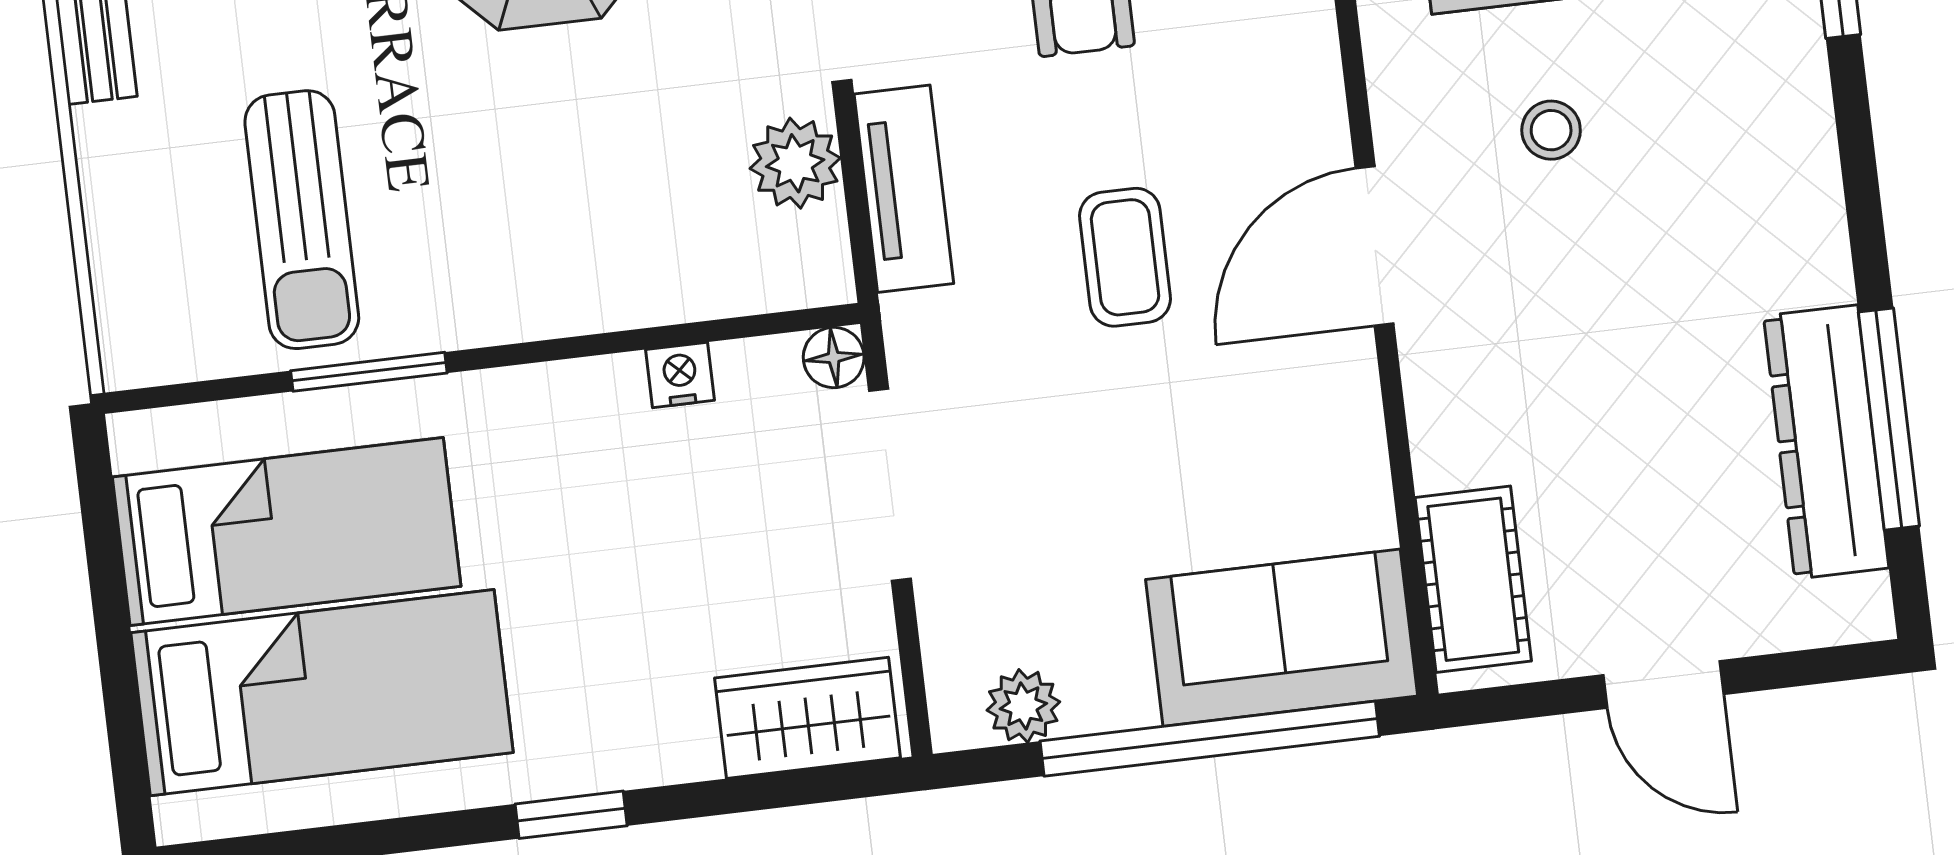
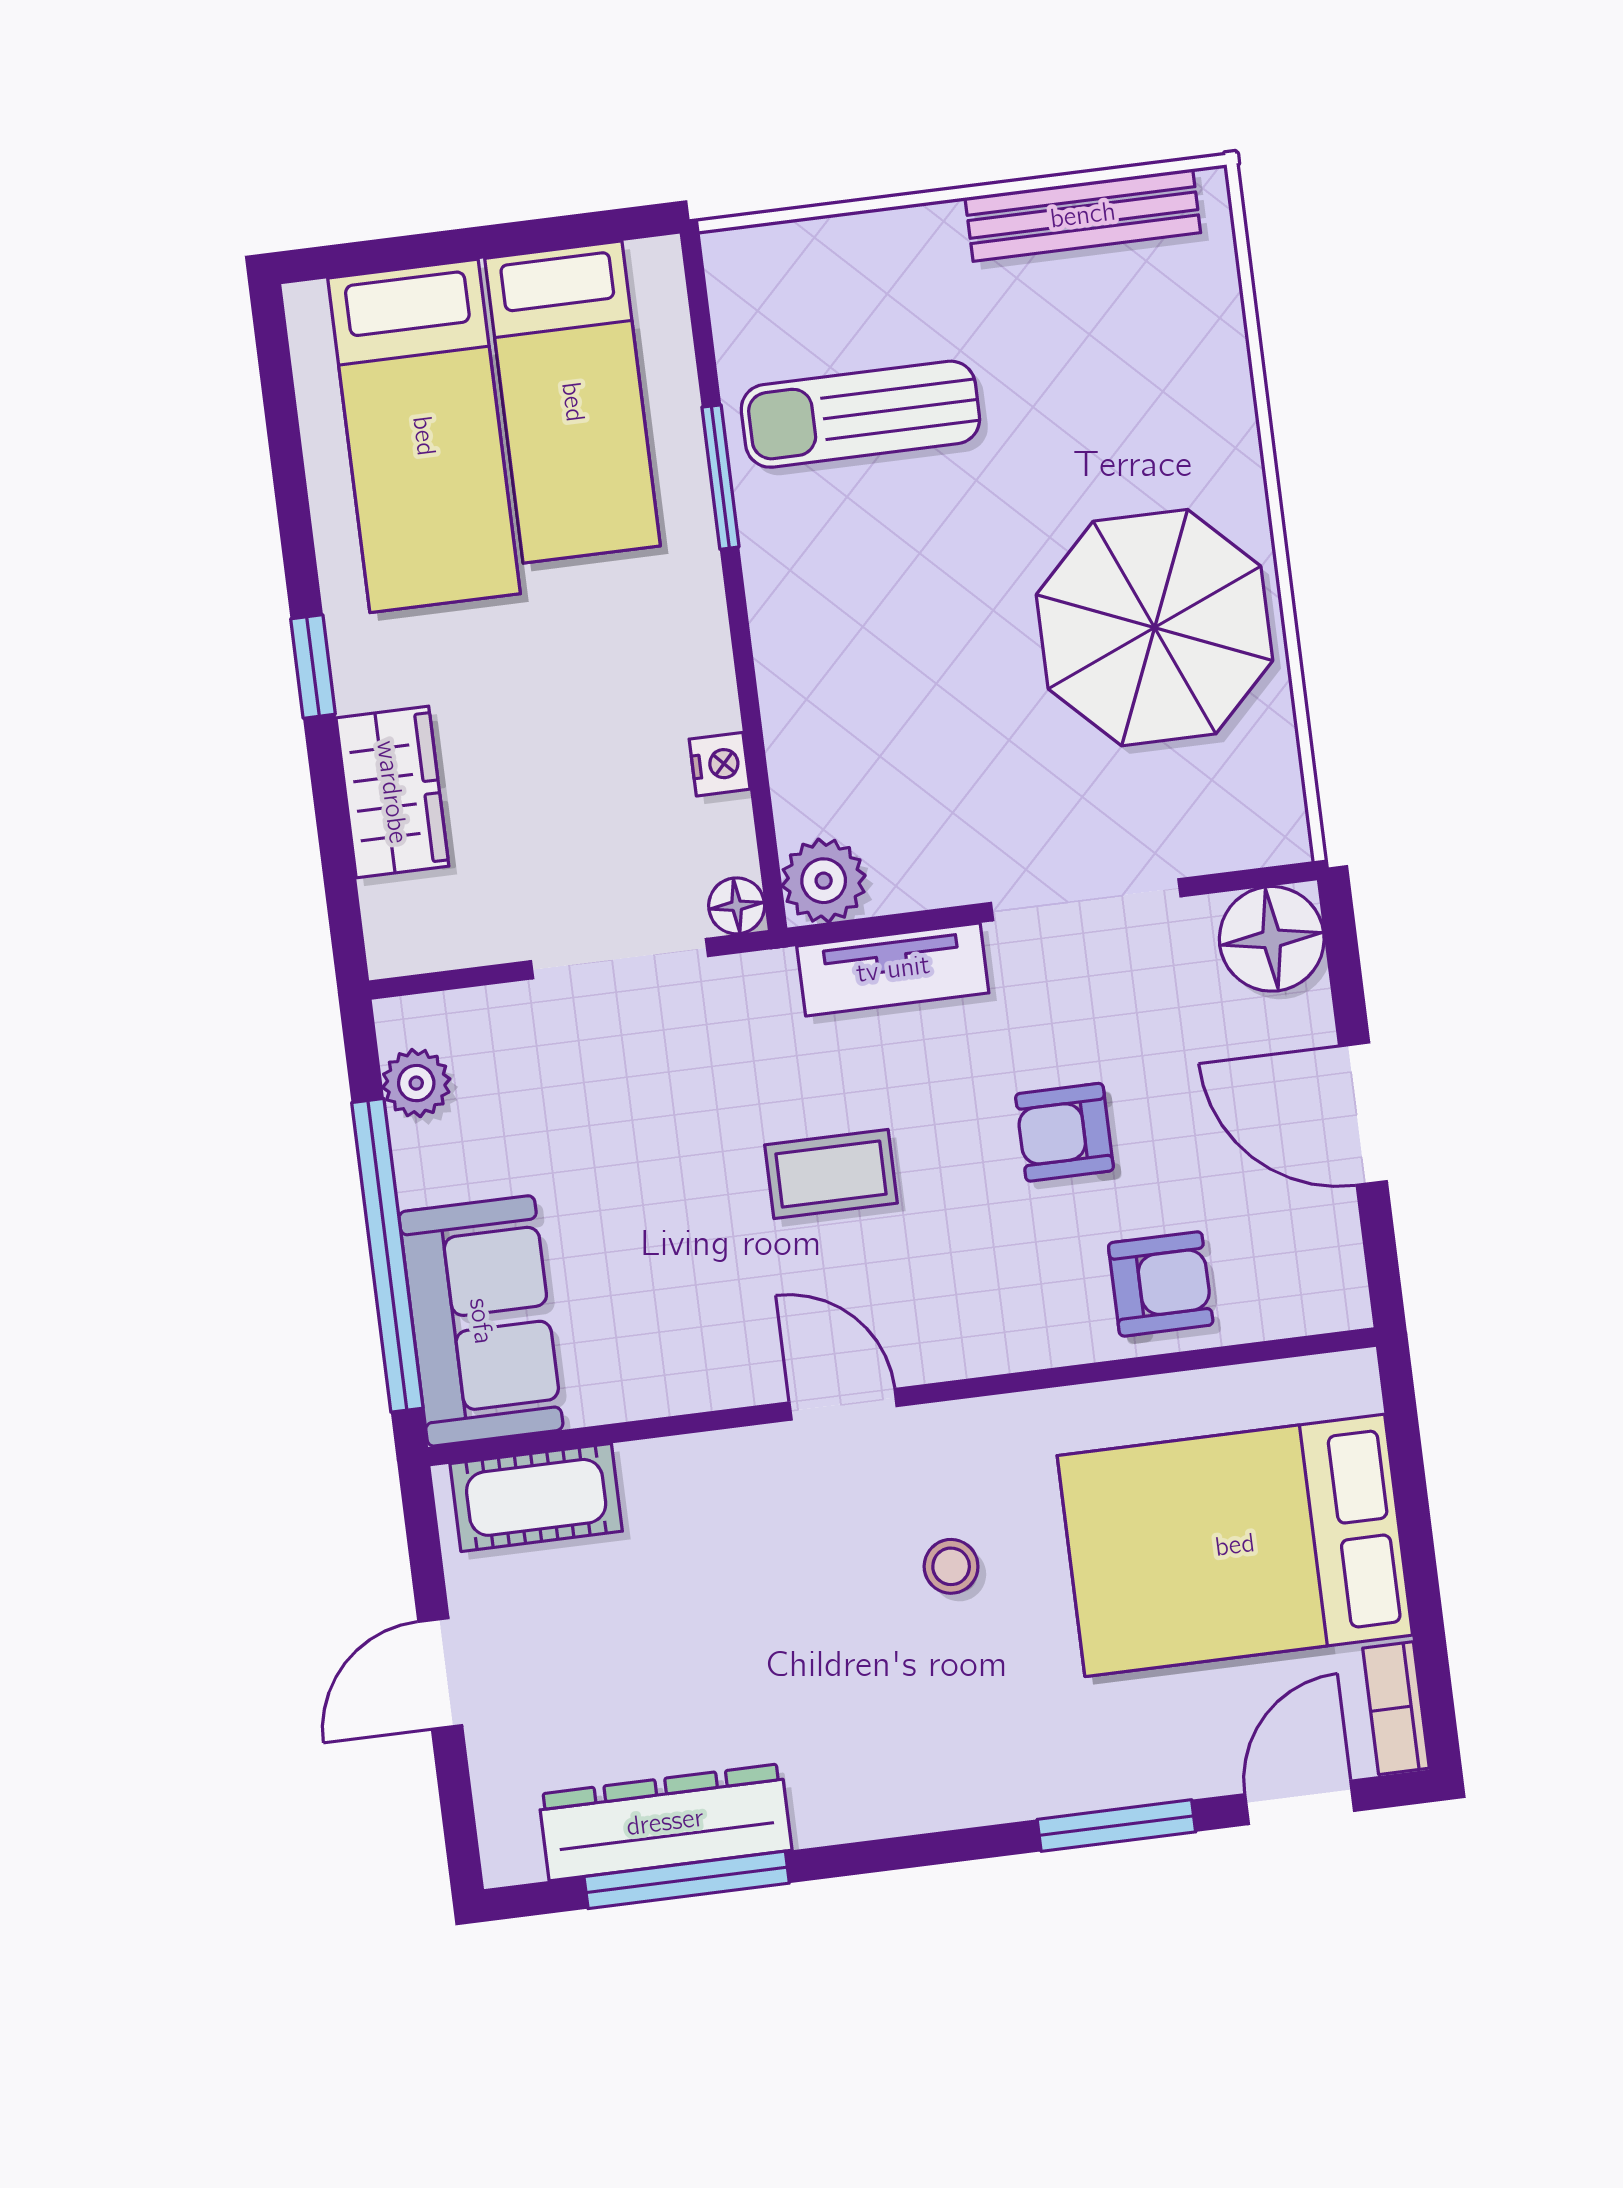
plant: (795, 163) -> (824, 881), moved
door: (1375, 246) -> (843, 1404), width x0.73
wardrobe: (808, 718) -> (392, 792), moved

